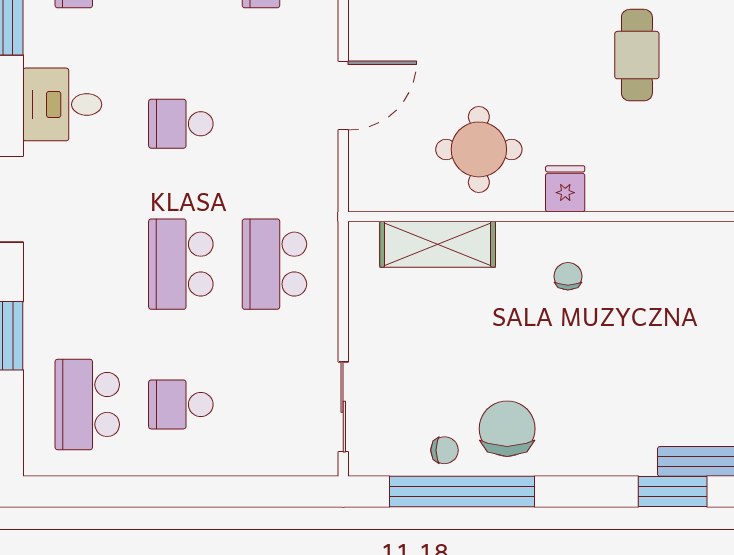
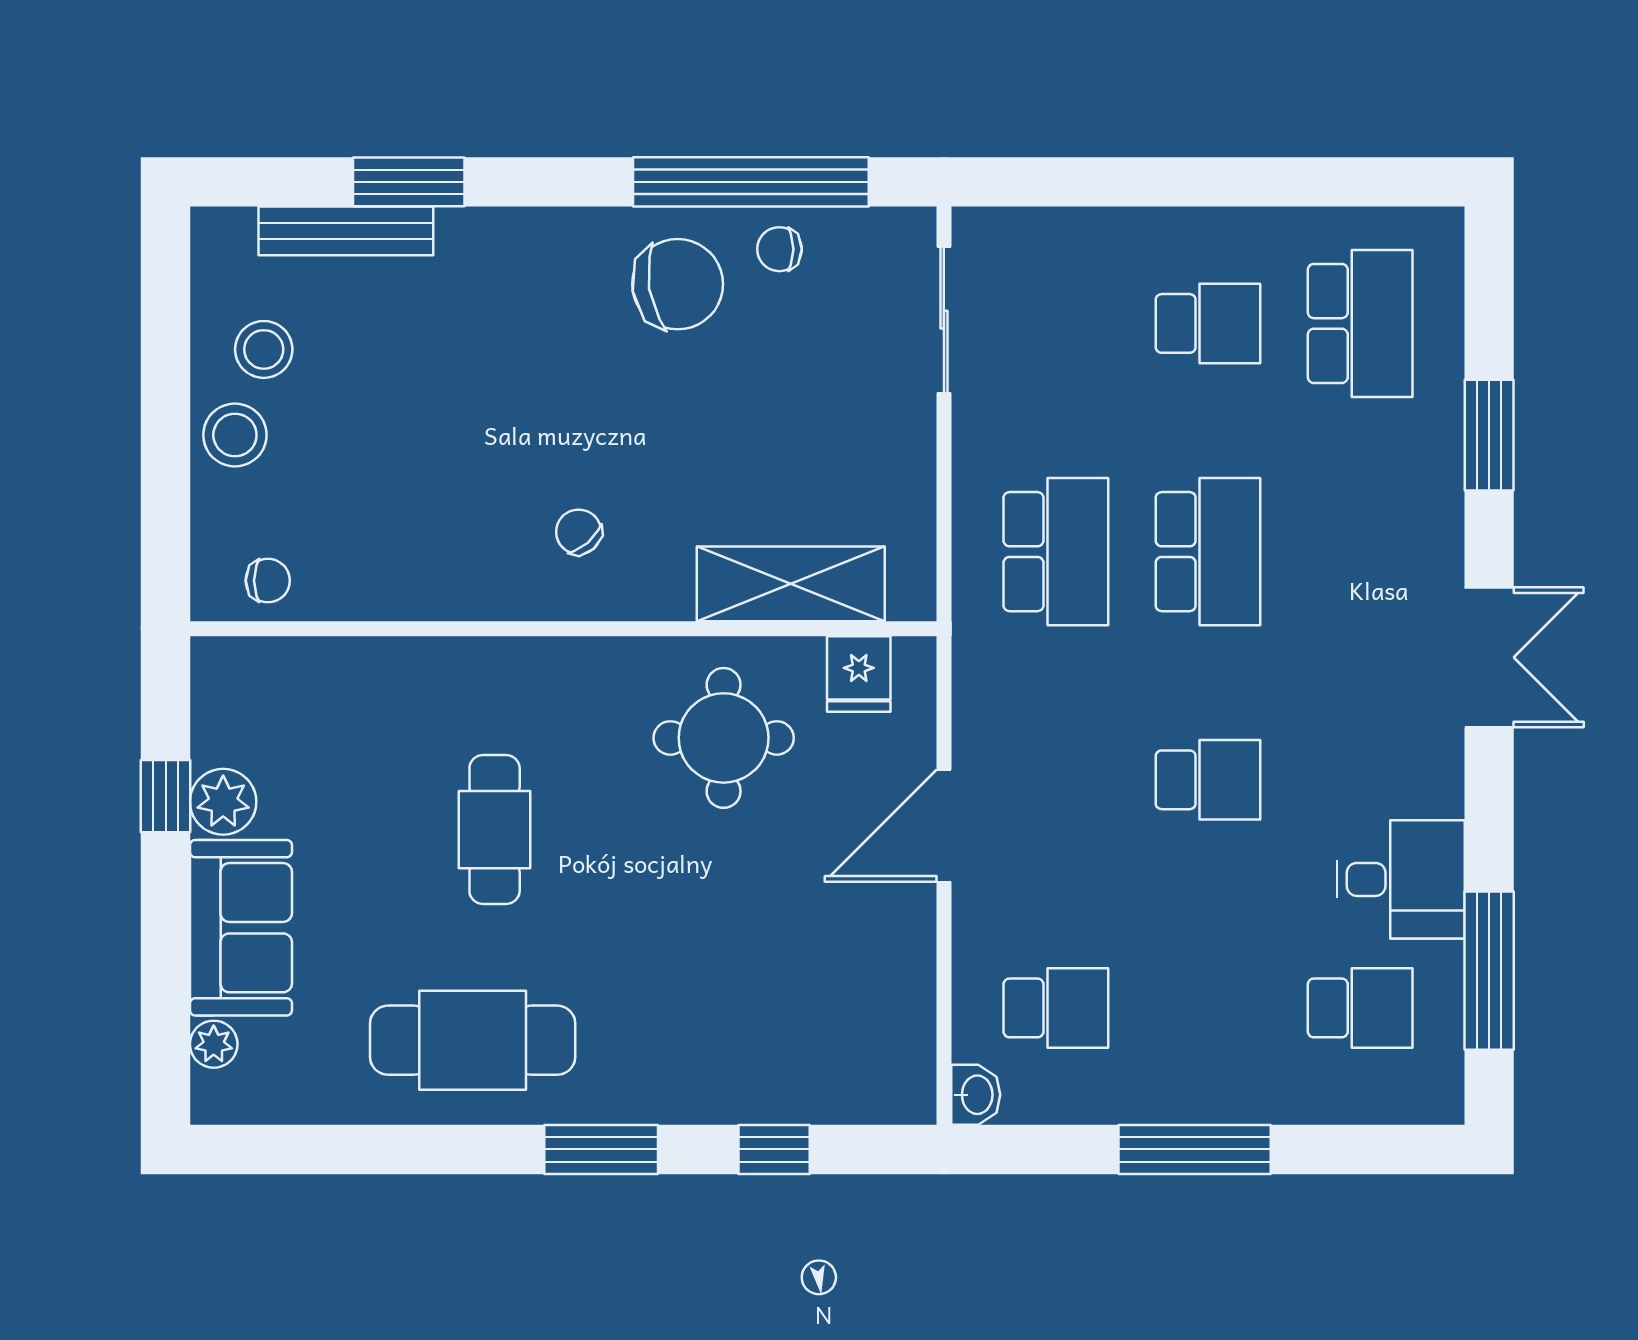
cafe table: (637, 55) -> (495, 830), moved
desk: (62, 104) -> (1401, 879), moved
fridge: (565, 189) -> (859, 674), moved
chair: (568, 276) -> (579, 532), turned 139
chair: (507, 429) -> (678, 284), turned -99

